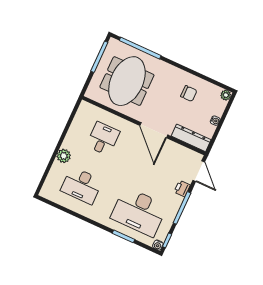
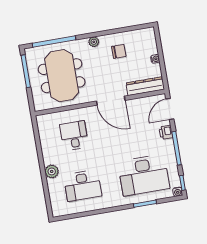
plant: (226, 95) -> (94, 42), moved
door: (199, 171) -> (170, 109), swing flipped

